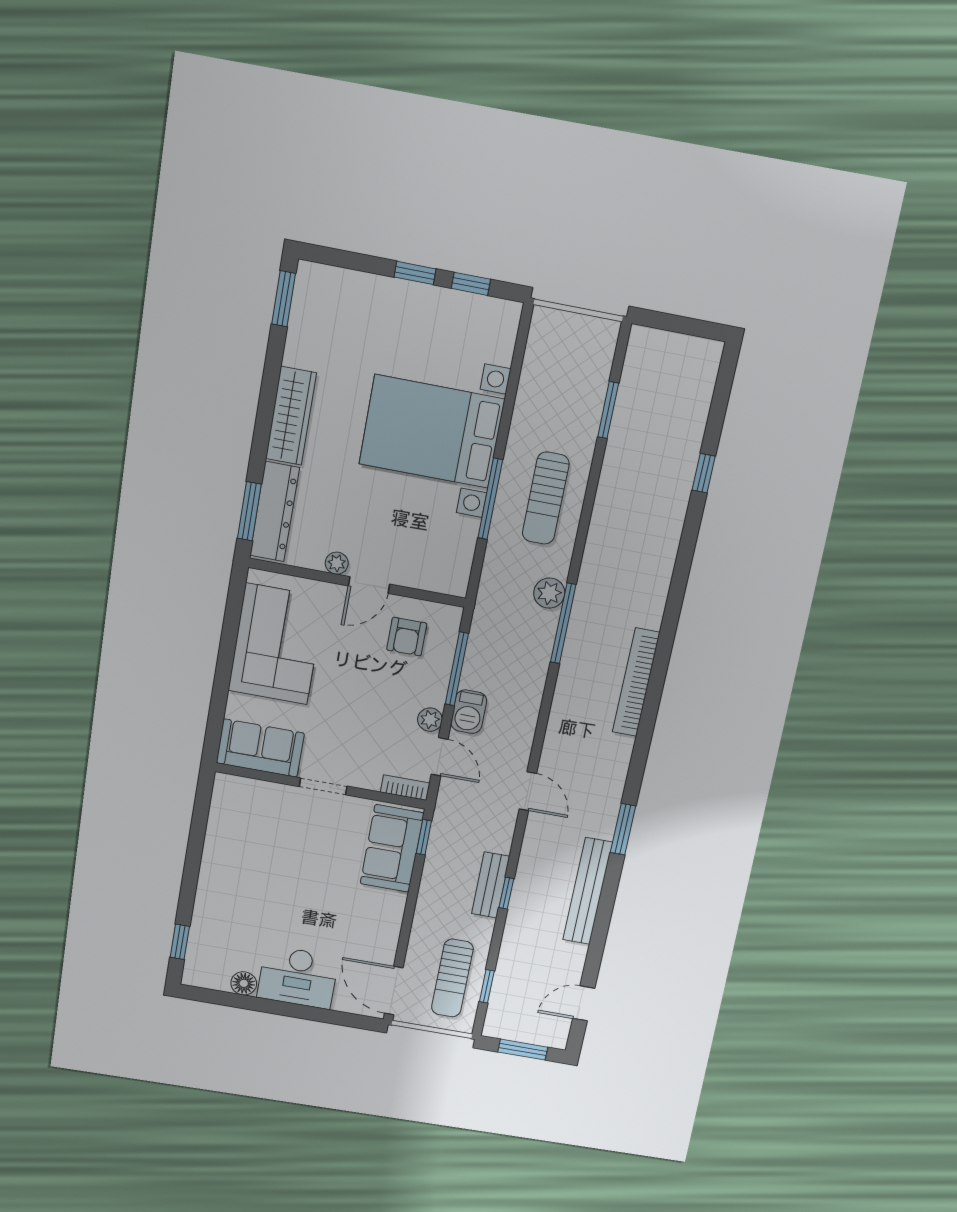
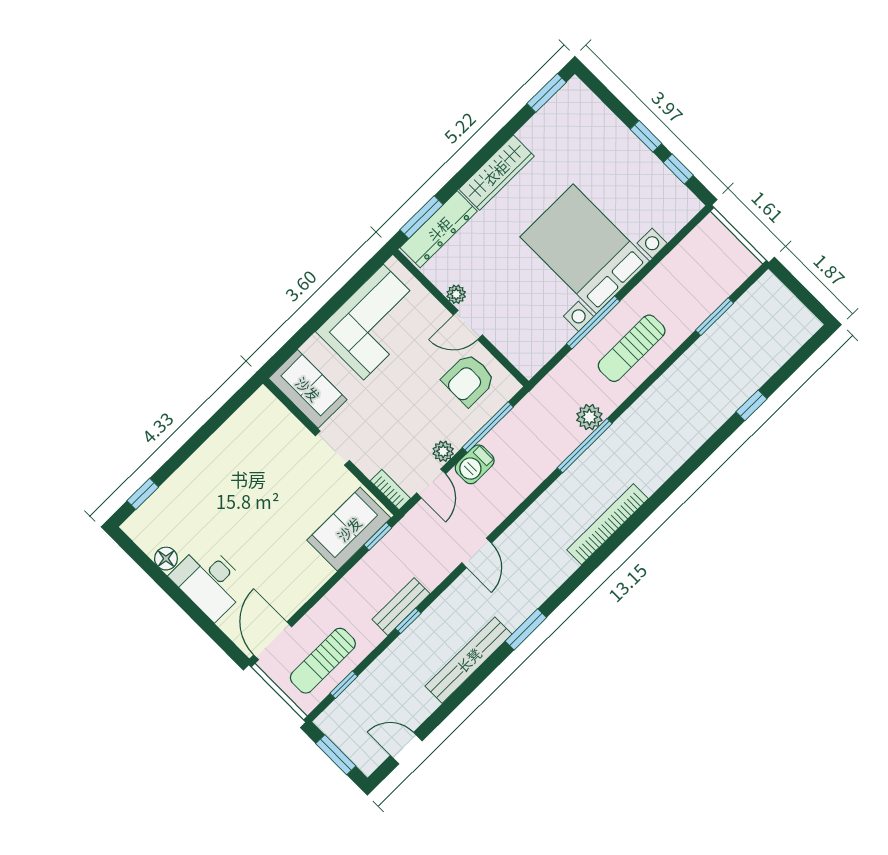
armchair: (407, 637) -> (469, 380), width x1.38, depth x1.38

